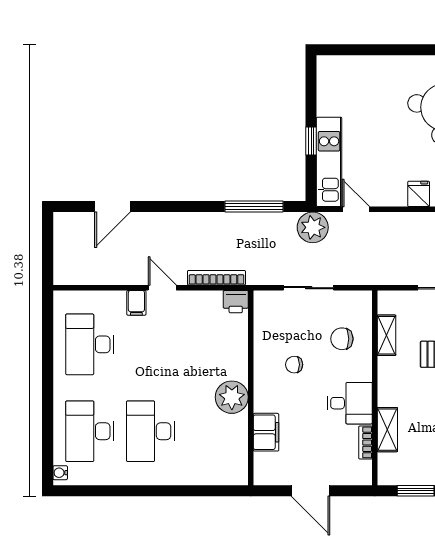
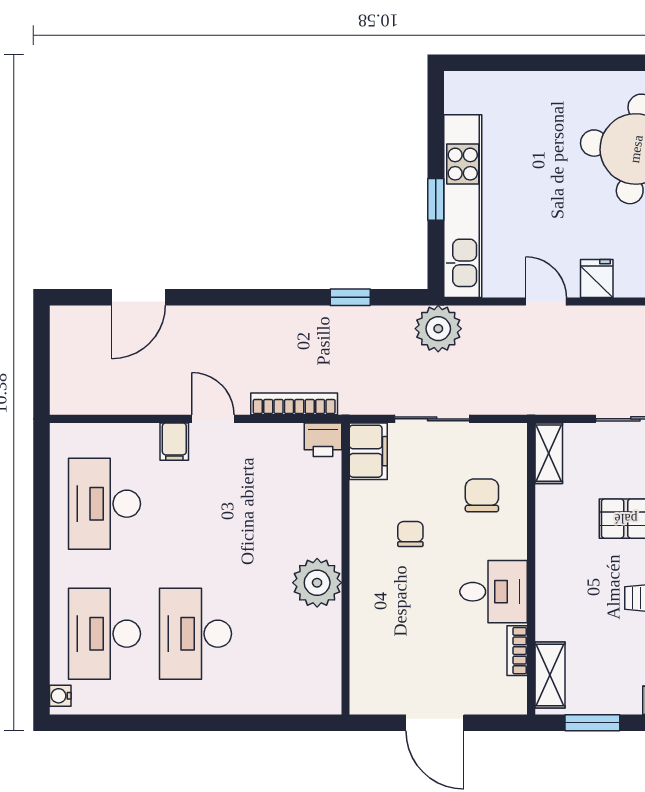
kitchen unit: (329, 162) -> (463, 206), width x1.36
window: (254, 206) -> (350, 297), width x0.46
door: (356, 209) -> (546, 302), moved
shelving: (387, 335) -> (549, 453), moved
chair: (342, 339) -> (482, 495), turned 90
chair: (294, 365) -> (410, 534), turned 90
shelving: (387, 430) -> (550, 675), moved
filing cabinet: (266, 432) -> (368, 451), moved

